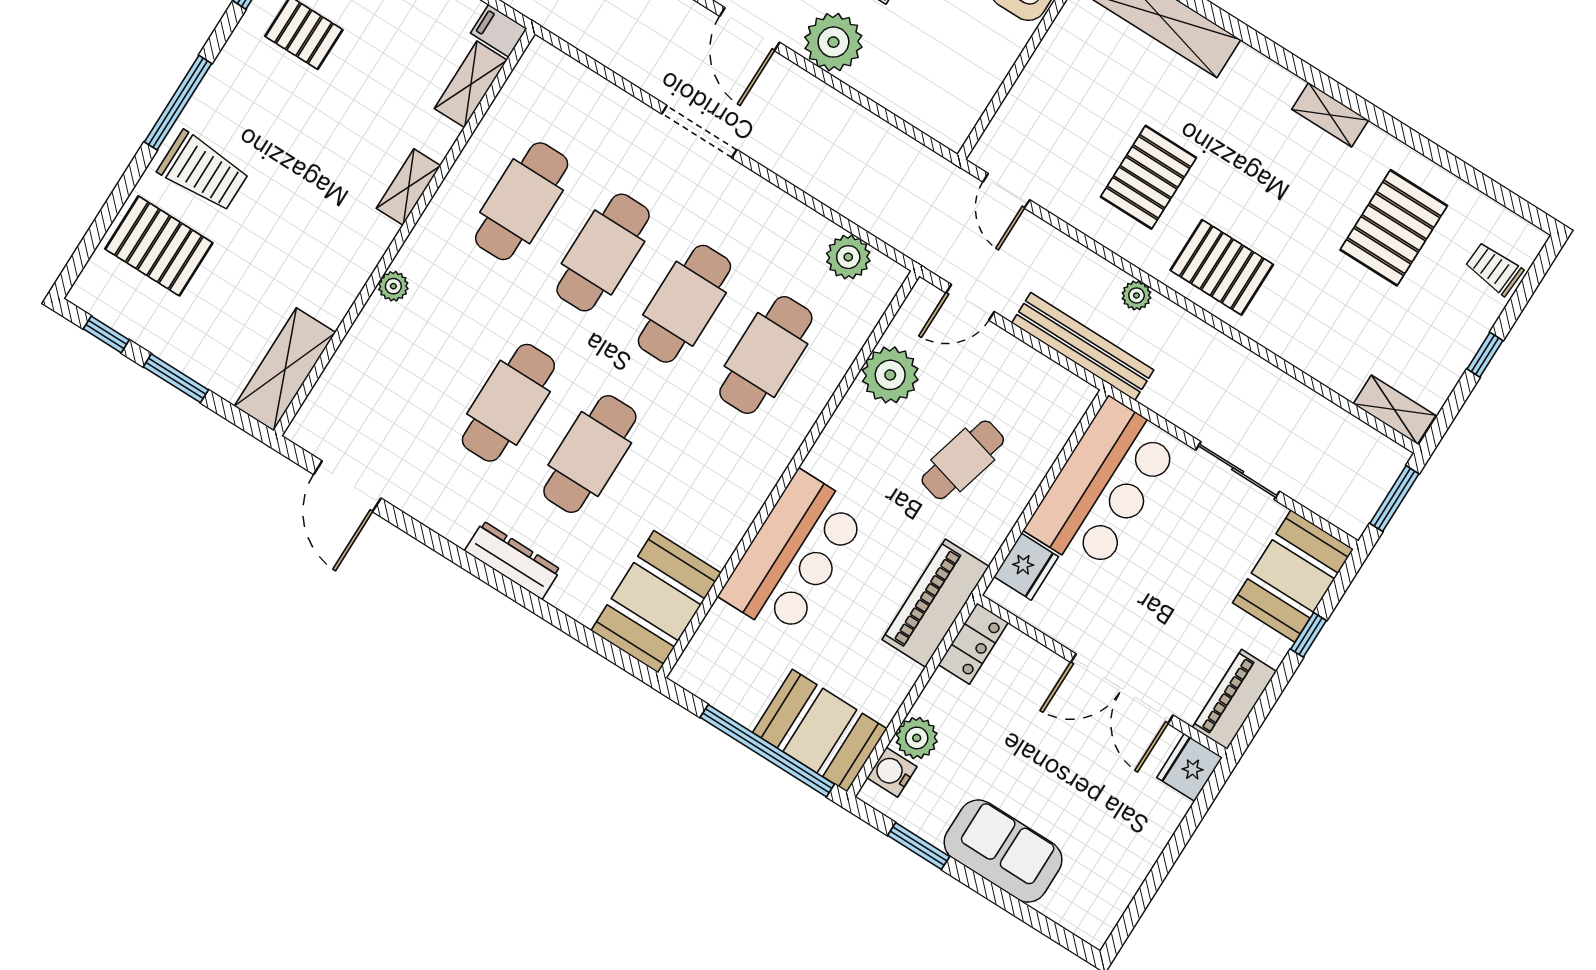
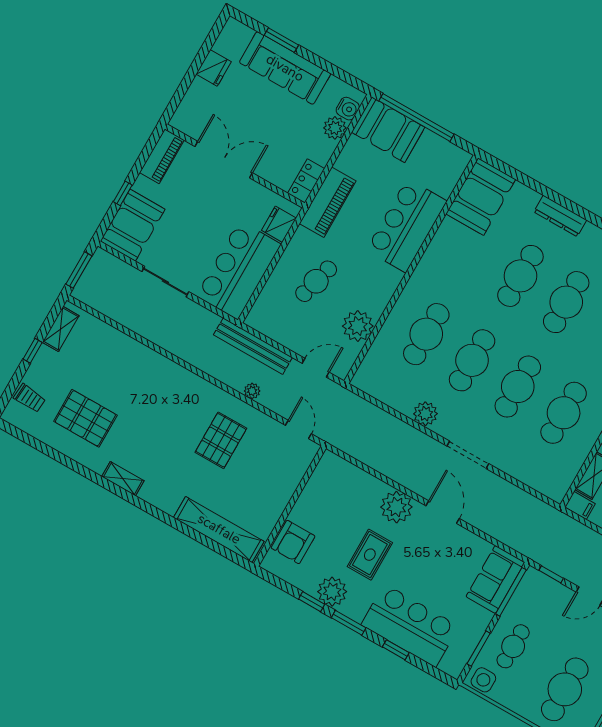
pallet: (1394, 228) -> (85, 418), turned 90
plant: (848, 257) -> (425, 414), moved
pallet: (1222, 267) -> (179, 393), removed
plant: (1136, 295) -> (252, 391), moved
shelving: (1394, 410) -> (61, 329), moved, turned 90
fridge: (1190, 767) -> (214, 68), moved
window: (919, 846) -> (281, 40), moved
sofa: (1003, 851) -> (285, 68), width x1.36

